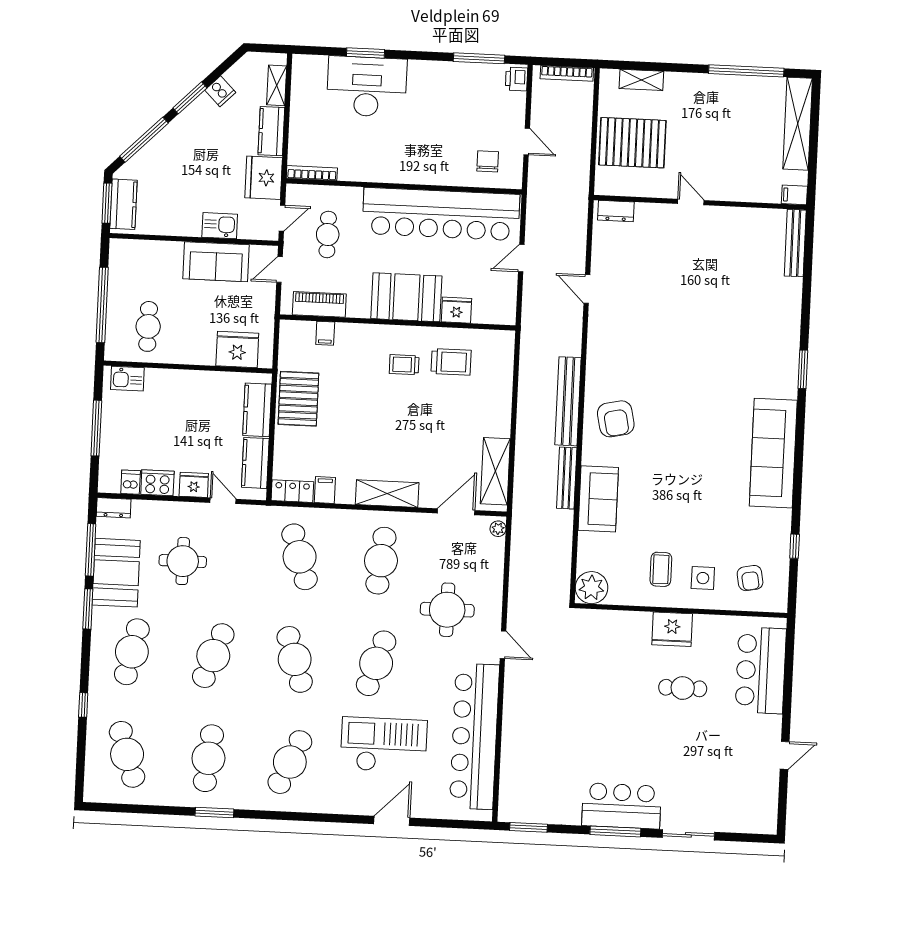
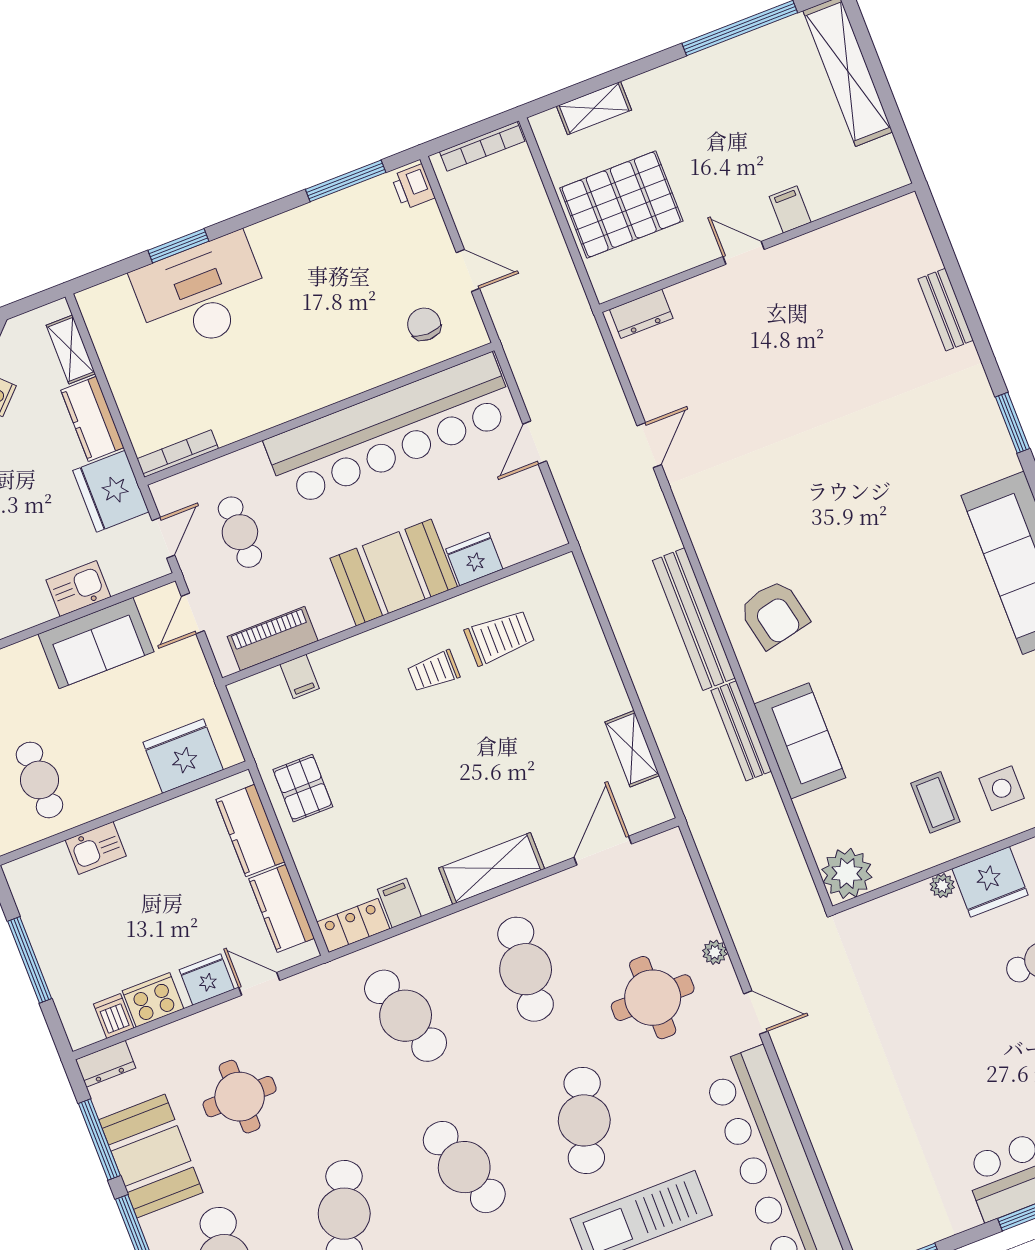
filing cabinet: (794, 195) -> (790, 209), moved, turned 90
bench: (795, 243) -> (946, 310), moved, width x0.73
door: (587, 289) -> (649, 445), swing flipped
kitchen sink: (127, 379) -> (96, 848), moved
pallet: (298, 399) -> (303, 788), width x0.67, depth x0.71
shelving: (495, 471) -> (632, 749), width x0.67, depth x0.75
plant: (498, 529) -> (715, 952), moved
plant: (643, 619) -> (942, 886), added

